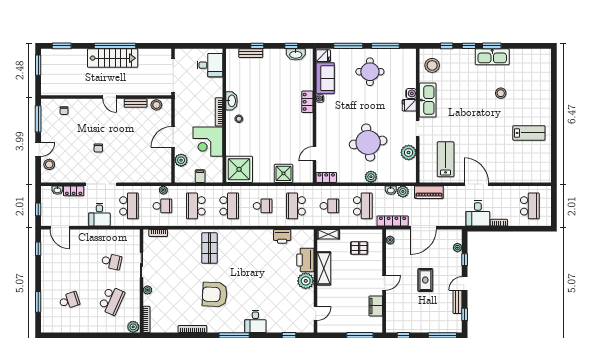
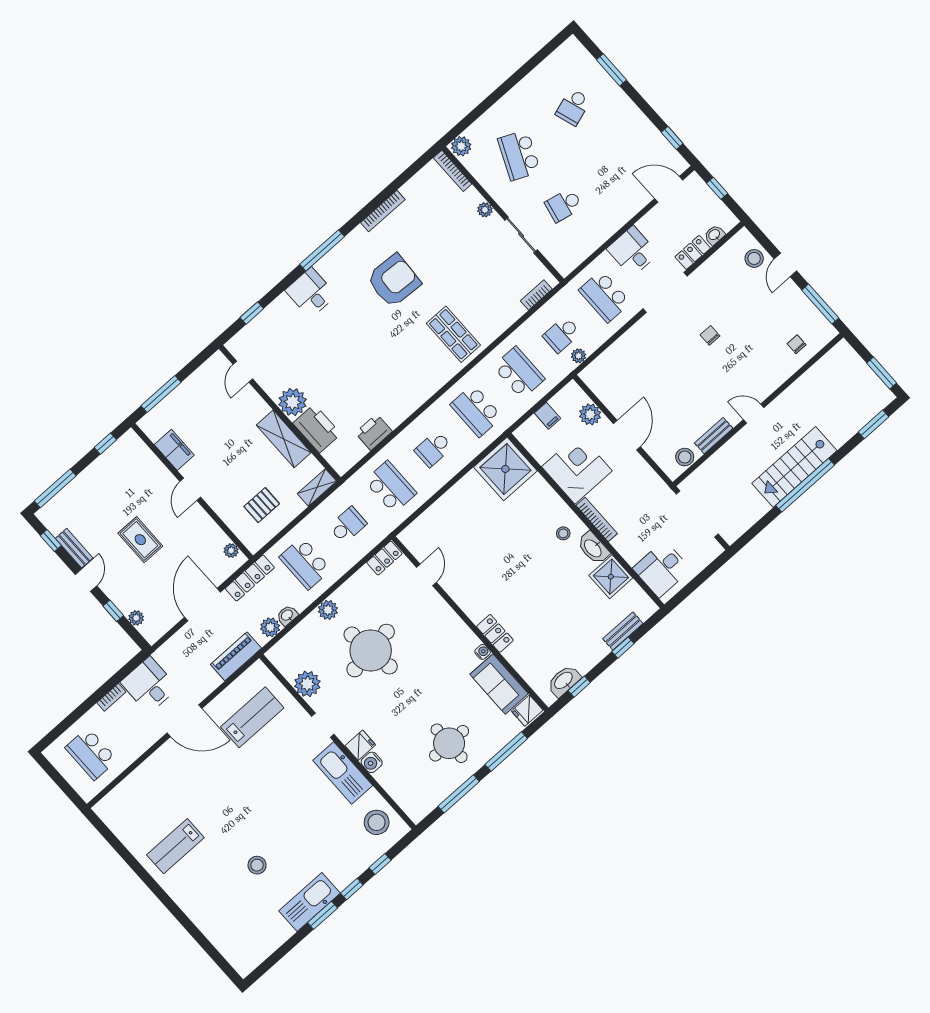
lab bench: (446, 159) -> (252, 717), turned -90
shower: (283, 173) -> (611, 577), moved
school desk: (329, 206) -> (348, 525), turned 180

